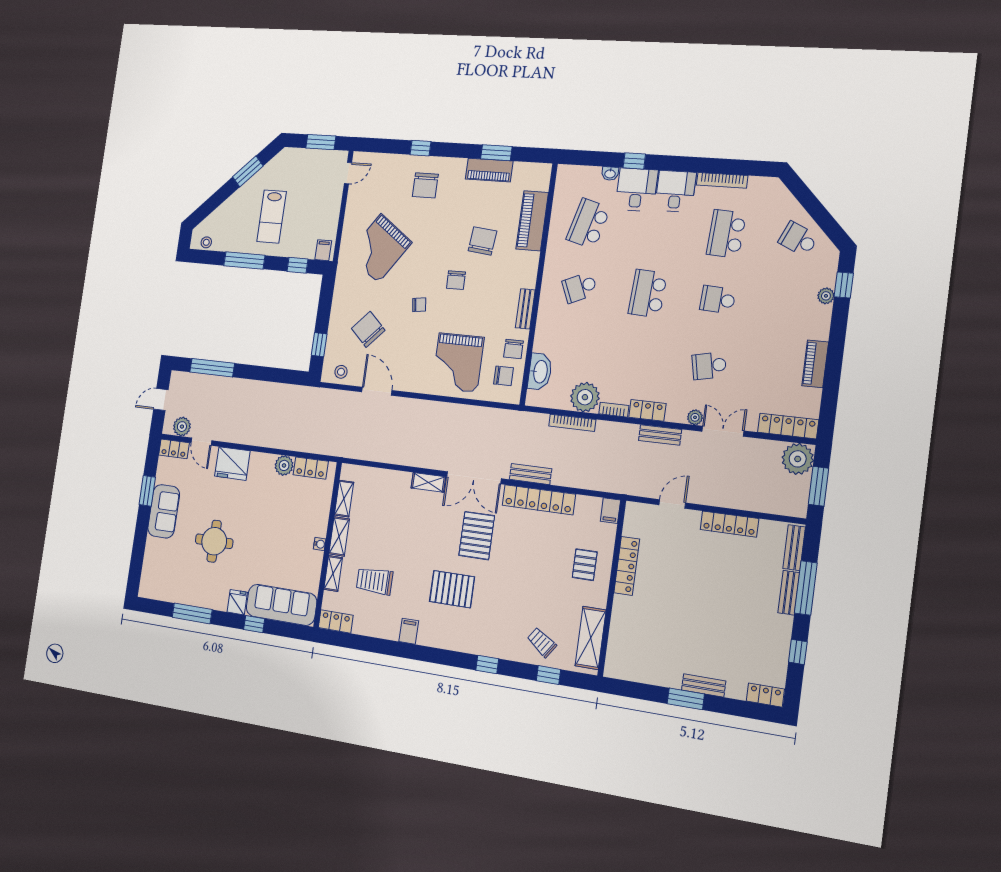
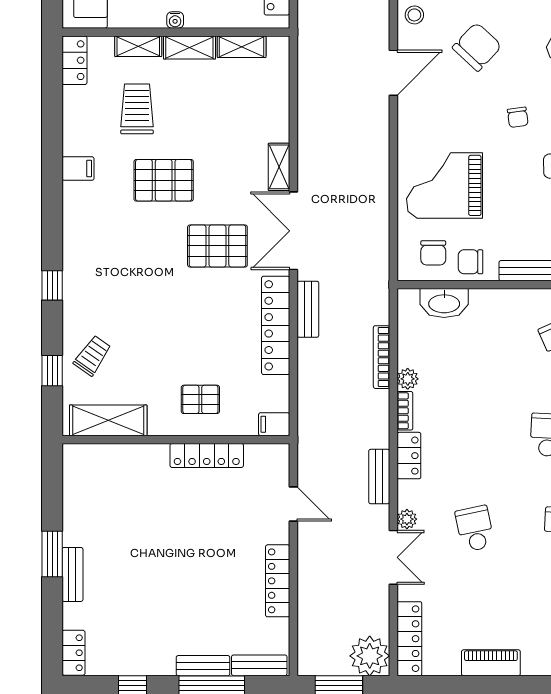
plant: (585, 397) -> (408, 379), width x0.53, depth x0.53
pallet: (452, 589) -> (164, 180), moved, turned 90

